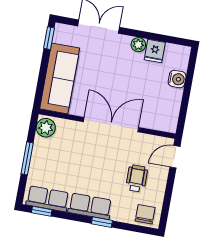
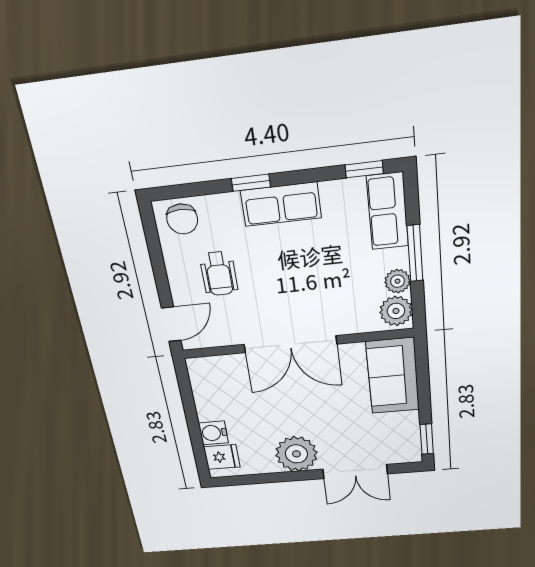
plant: (138, 45) -> (296, 454), width x1.87, depth x1.87
fridge: (155, 51) -> (222, 457), moved, turned 90
sofa: (60, 78) -> (393, 376), width x0.73
plant: (40, 145) -> (397, 281), added
row of seats: (48, 199) -> (387, 211), moved, turned 90

